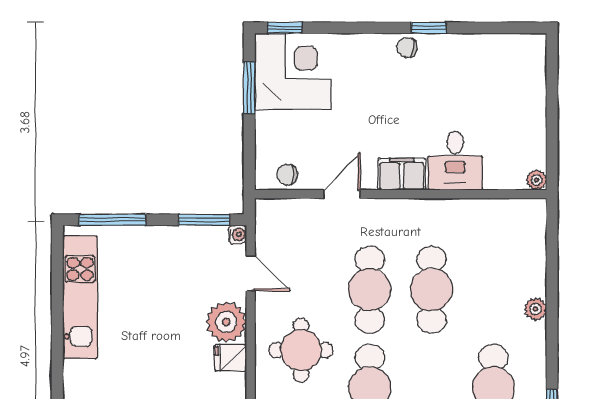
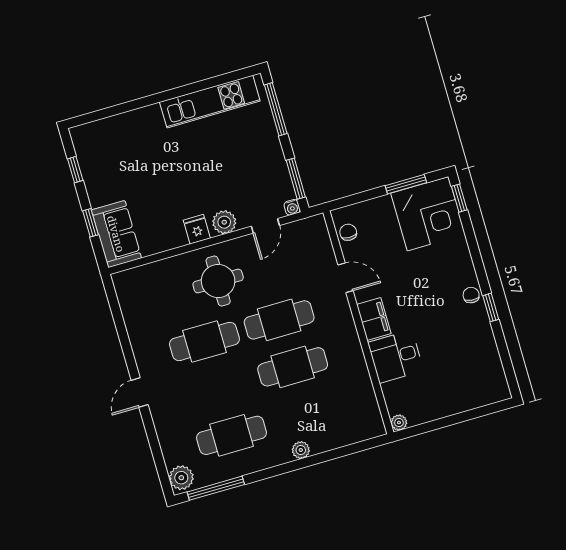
plant: (226, 322) -> (224, 222), width x0.73, depth x0.73

